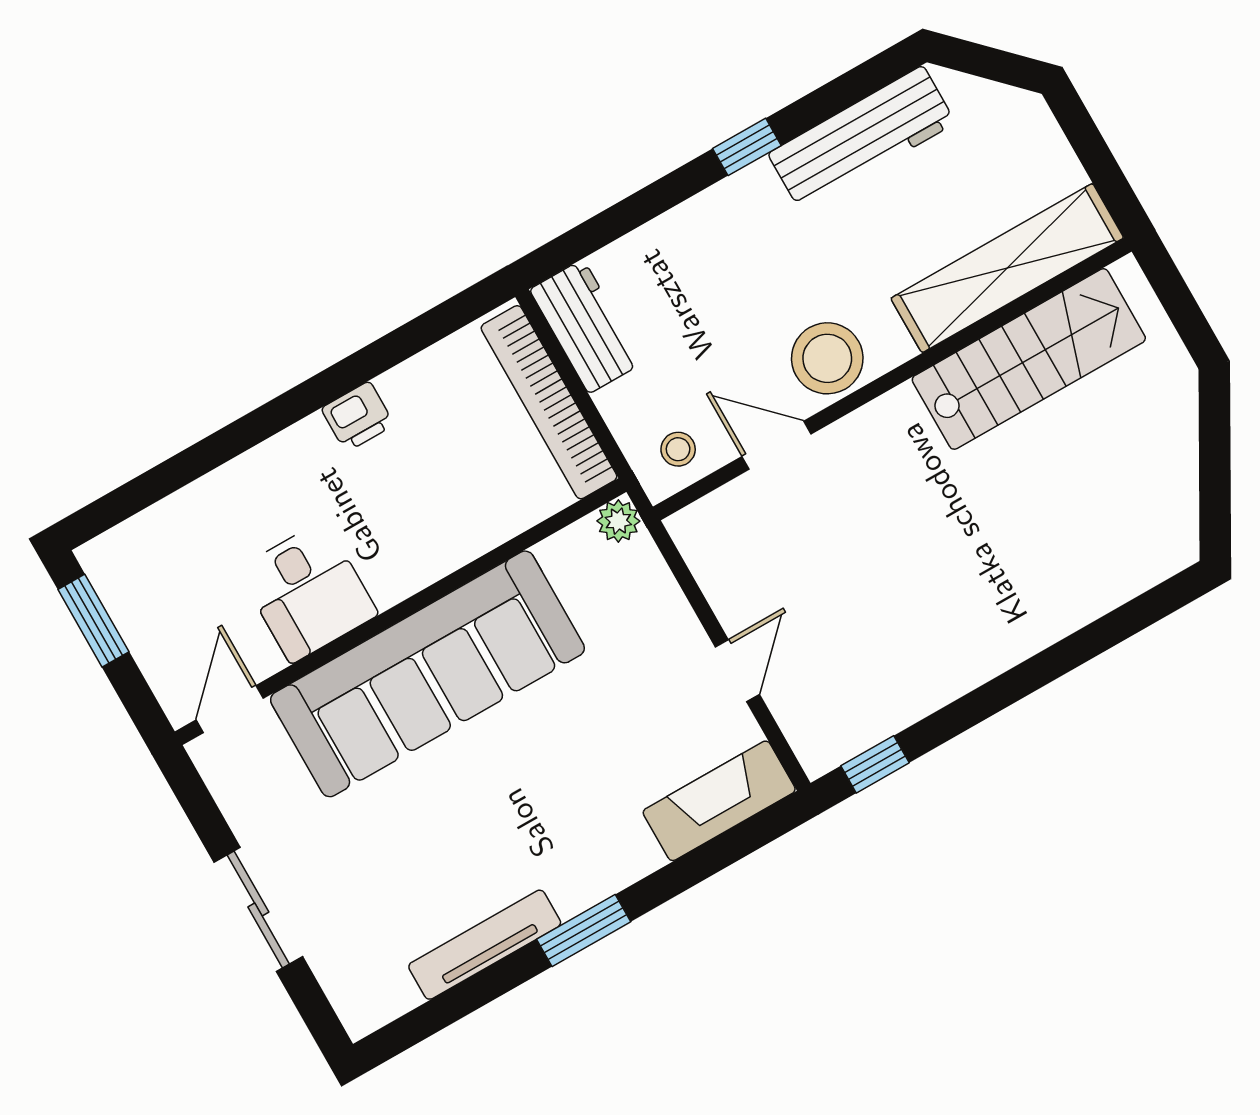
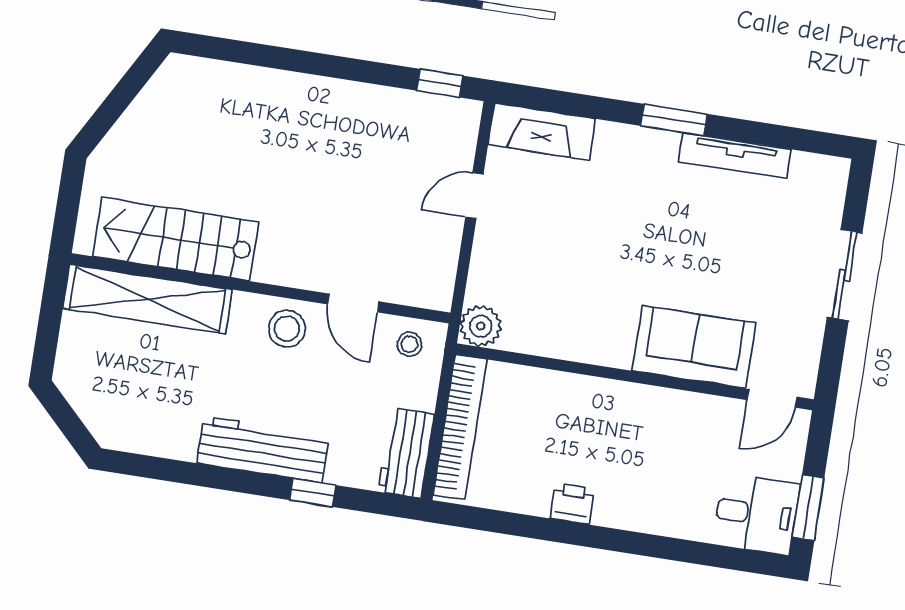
workbench: (862, 138) -> (263, 450), moved
window: (747, 147) -> (313, 493), moved
stool: (827, 358) -> (287, 329), width x0.73, depth x0.73
plant: (618, 521) -> (481, 326), width x1.38, depth x1.38
desk: (308, 592) -> (756, 514), moved, turned 90
sofa: (427, 674) -> (694, 347), width x0.54, depth x0.79

